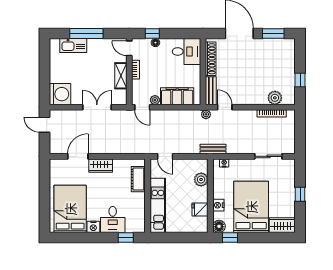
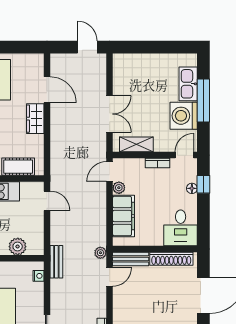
shelving: (121, 76) -> (136, 144), moved
washing machine: (60, 94) -> (184, 116), moved, turned 90
door: (44, 125) -> (87, 47), hinge flipped
door: (165, 156) -> (47, 201), swing flipped

